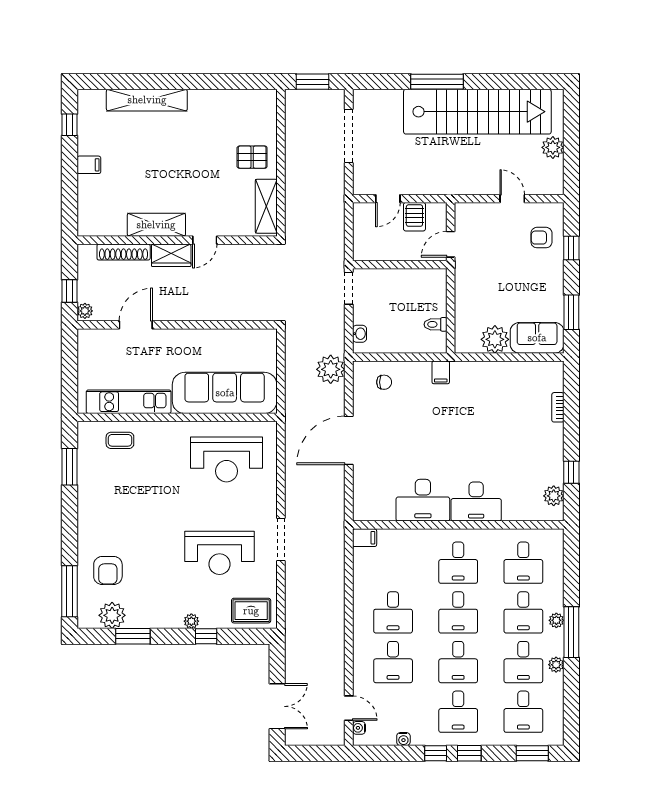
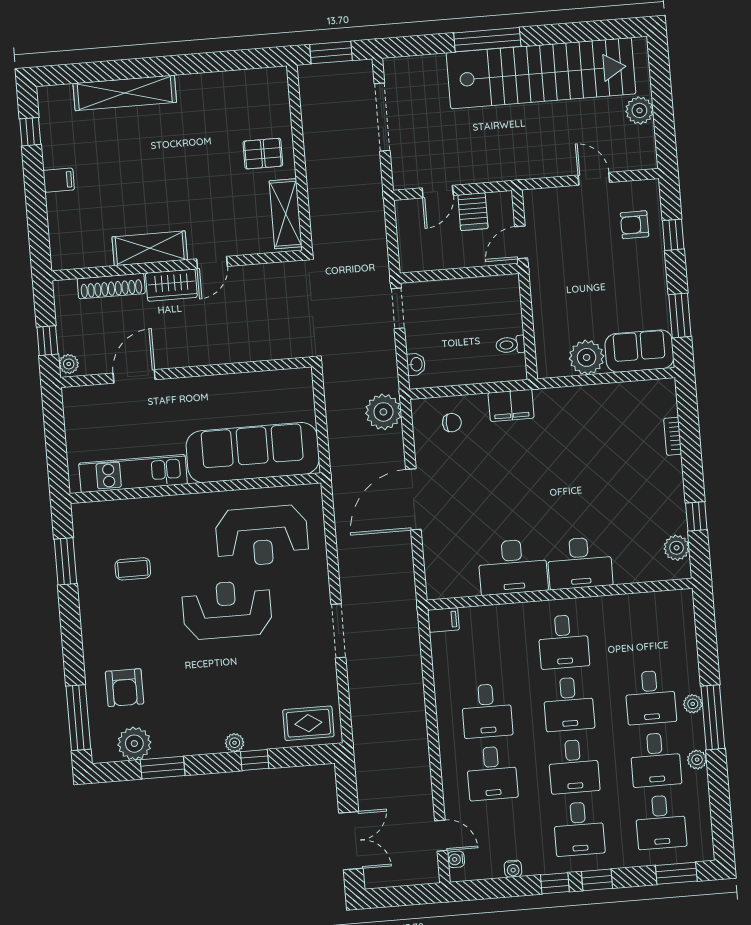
filing cabinet: (441, 372) -> (511, 405), width x2.00
coffee table: (120, 440) -> (133, 569), moved
reception desk: (219, 553) -> (227, 610), moved, turned 180
desk: (523, 563) -> (645, 635), removed

